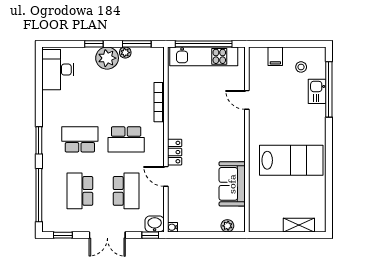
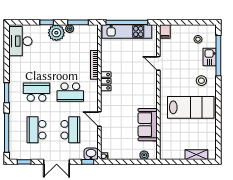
filing cabinet: (275, 56) -> (165, 31), moved
stool: (306, 124) -> (201, 81), added
locker: (175, 152) -> (106, 81), moved

